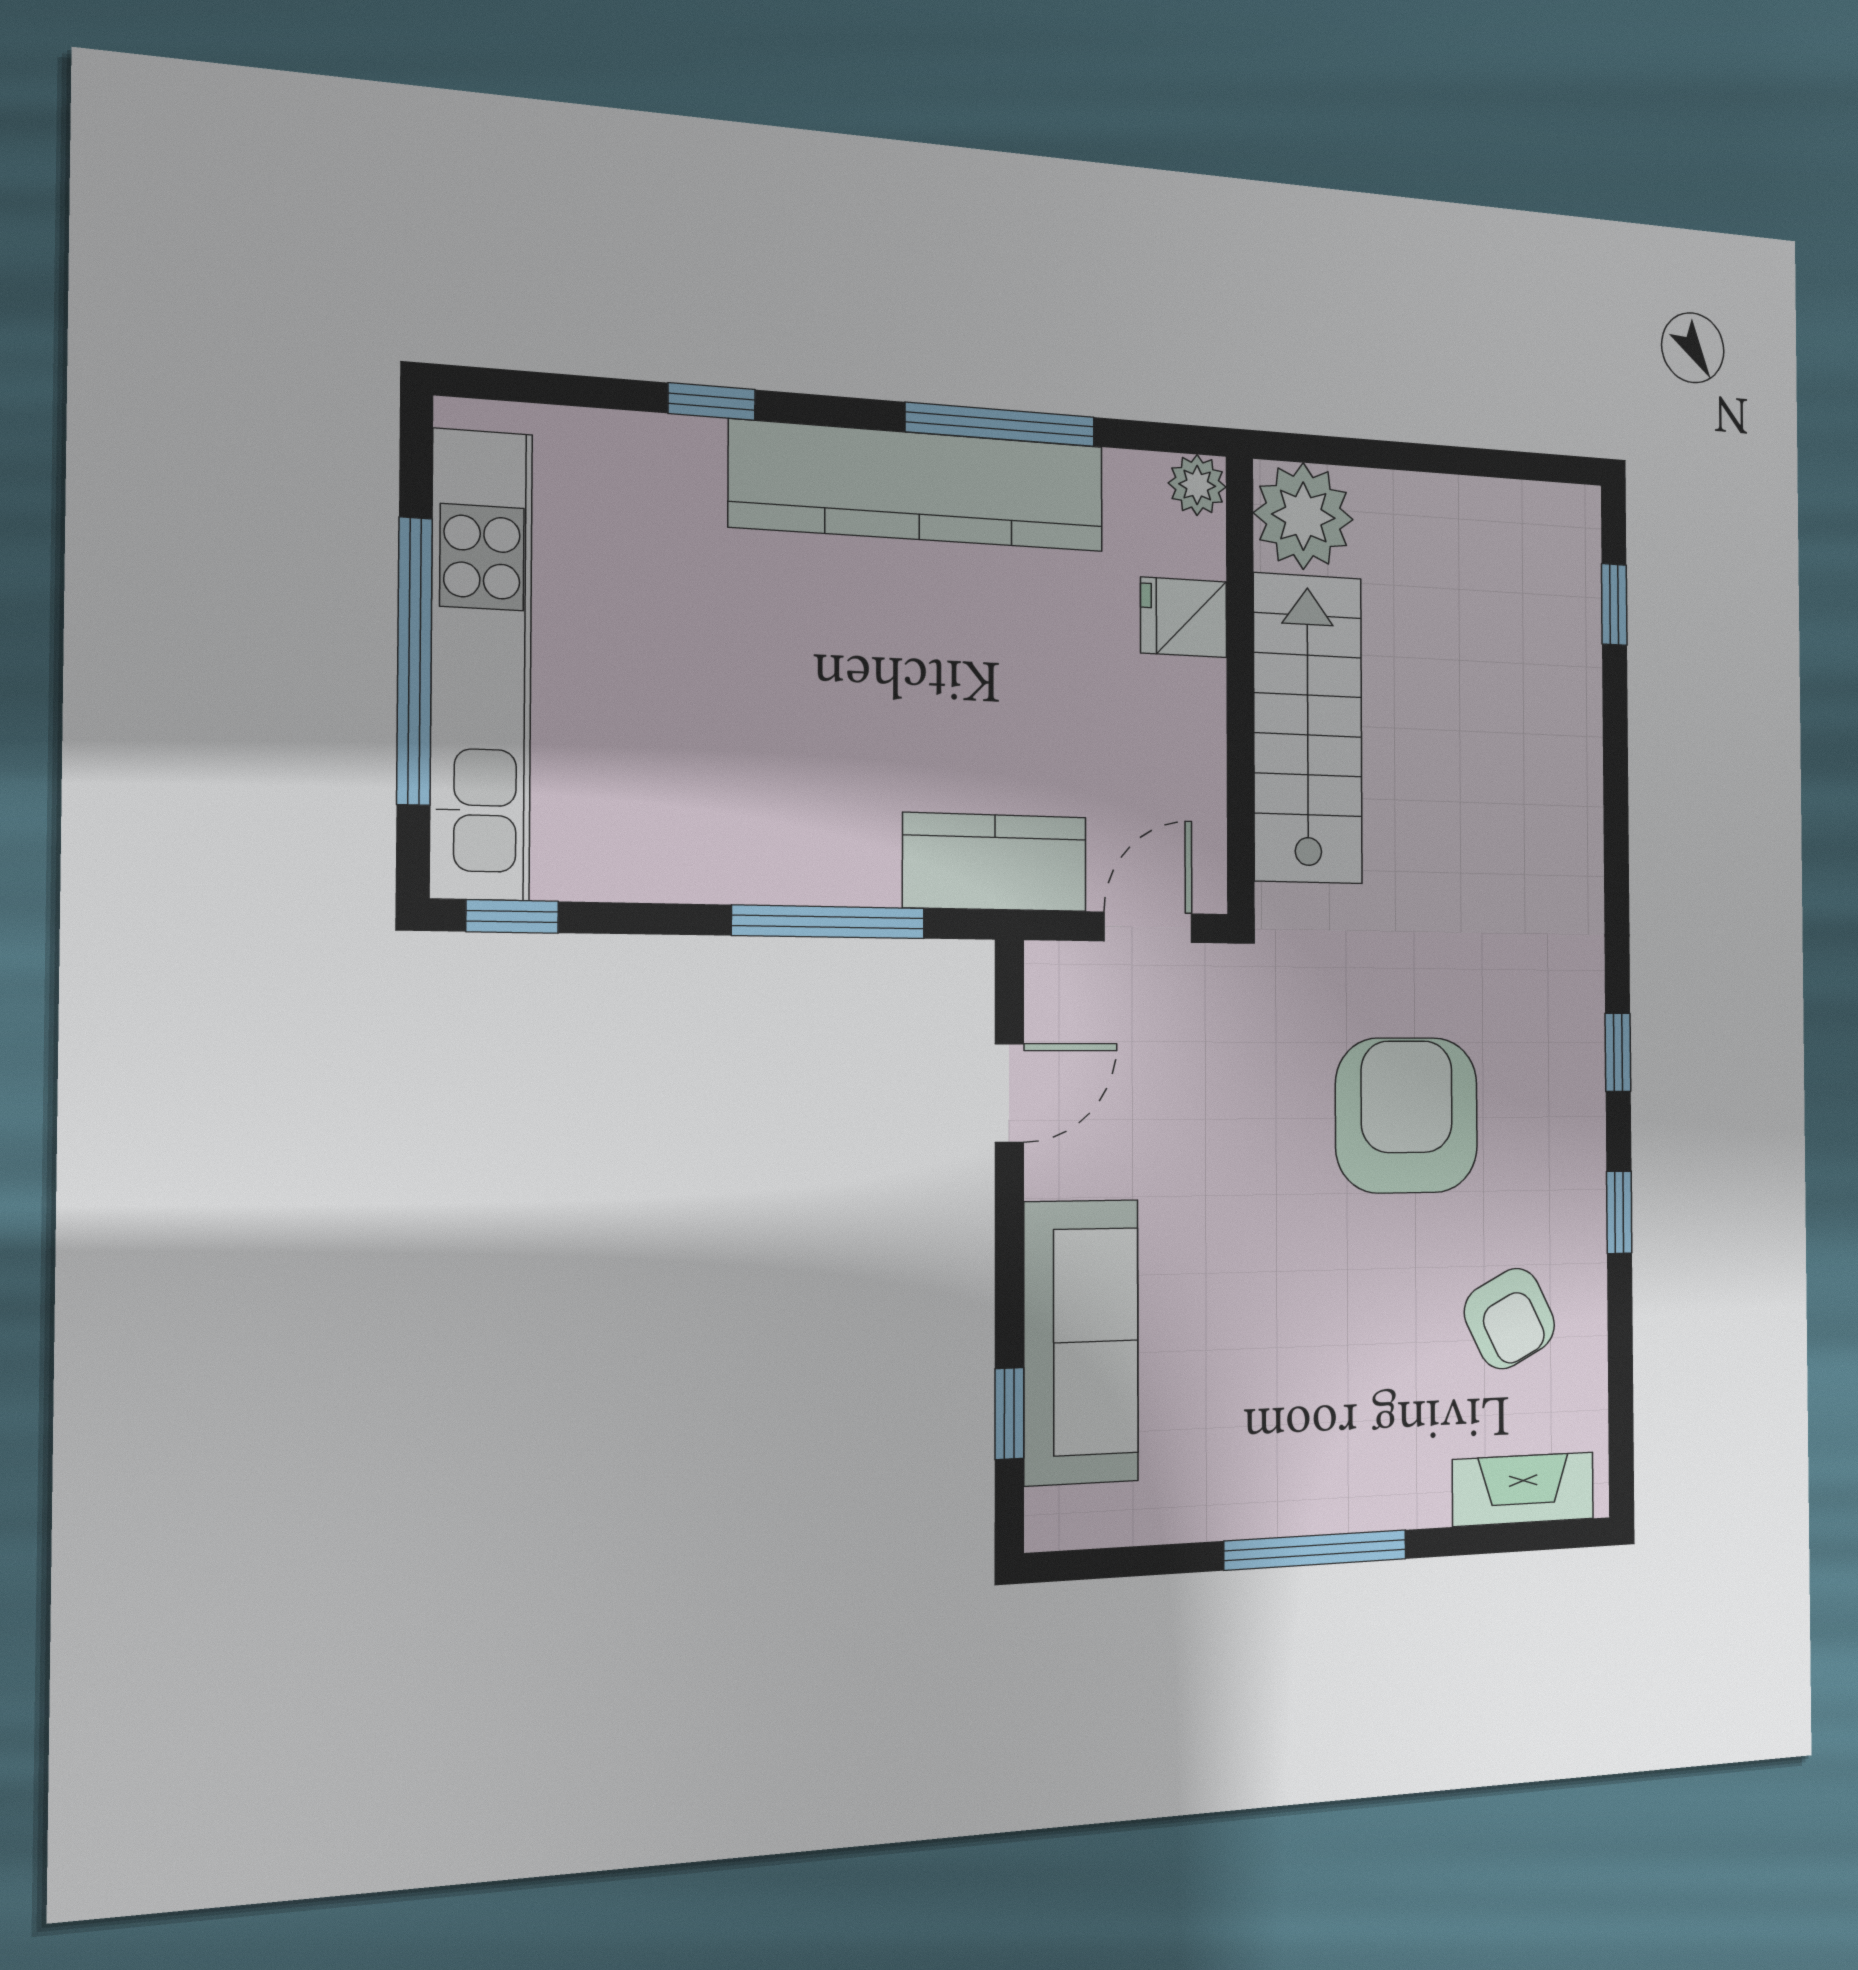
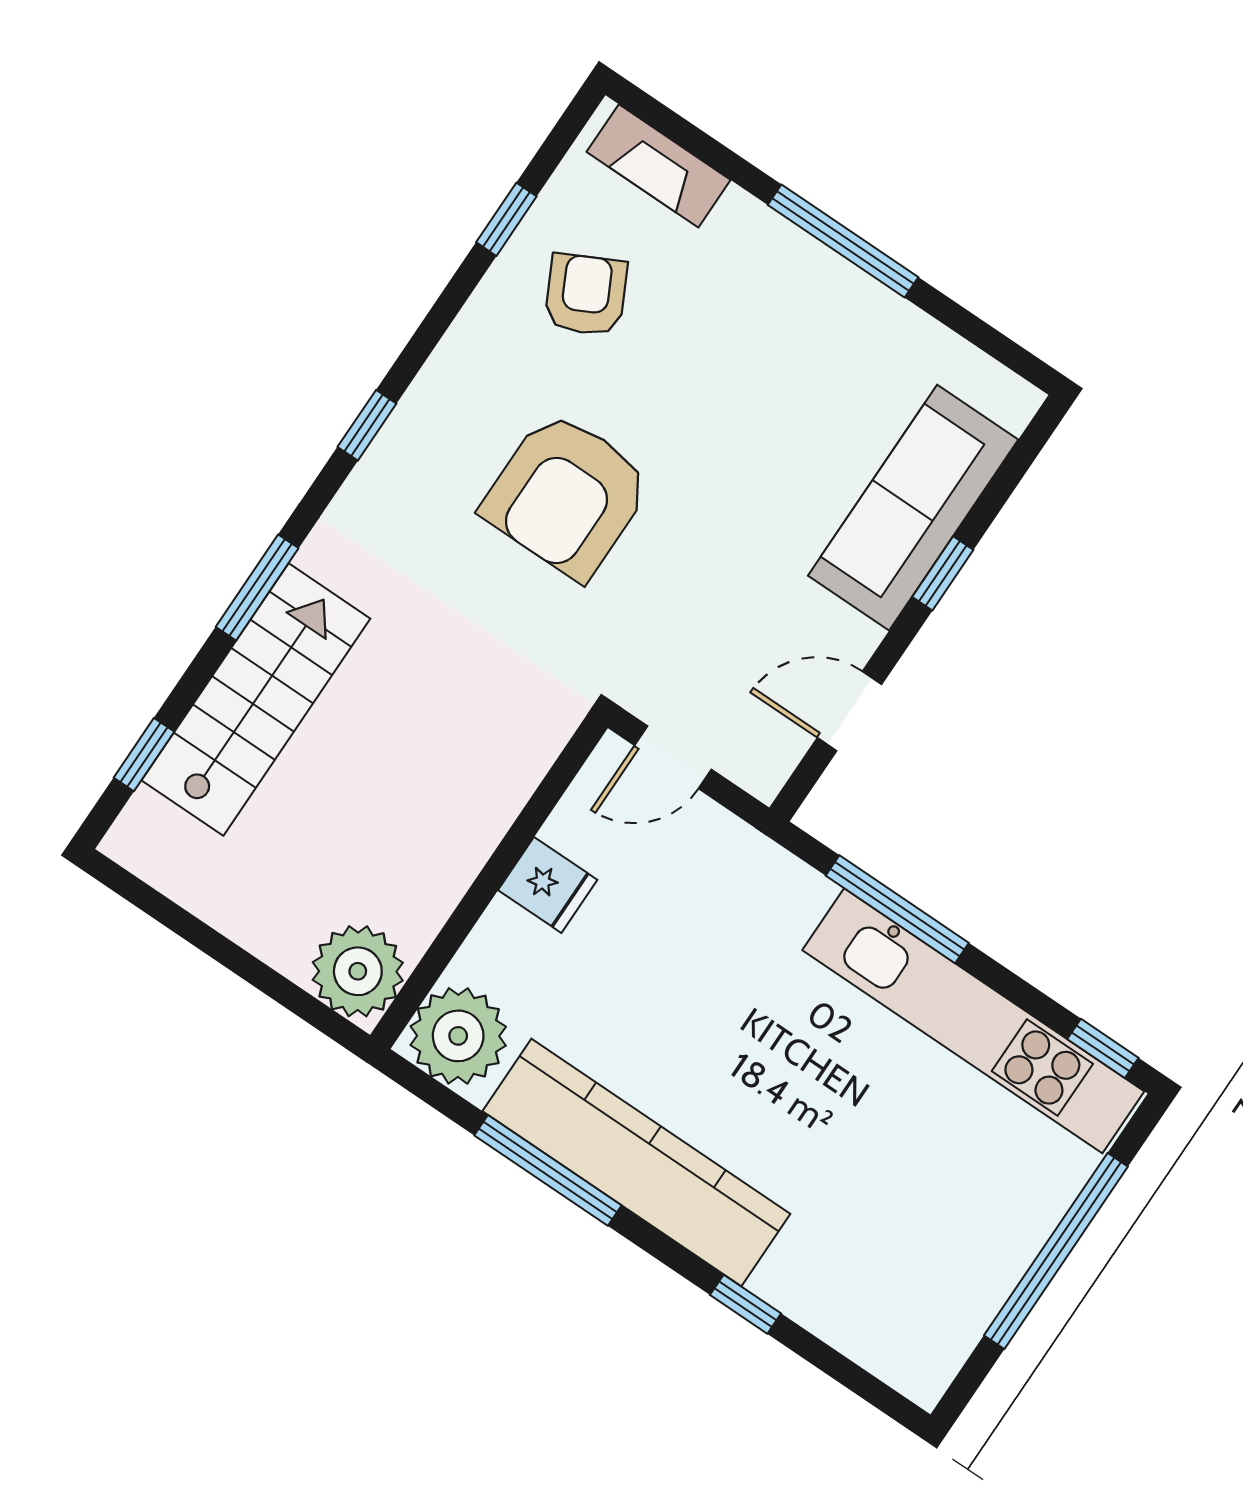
plant: (1197, 485) -> (458, 1036), width x1.88, depth x1.88
fridge: (1184, 617) -> (548, 885), moved
kitchen unit: (481, 665) -> (973, 1021), moved, turned -90
stairs: (1308, 729) -> (256, 699), moved, turned 180
window: (1616, 831) -> (257, 588), added
kitchen counter: (995, 862) -> (754, 874), removed
window: (1619, 1212) -> (506, 219), moved
window: (1009, 1413) -> (943, 573), moved

